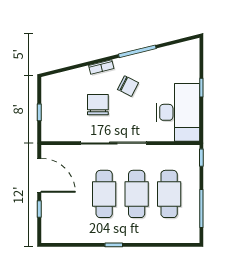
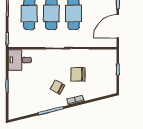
chair: (98, 105) -> (78, 74), turned 90
desk: (178, 112) -> (20, 60), width x0.53, depth x0.77
door: (39, 175) -> (118, 26), hinge flipped

